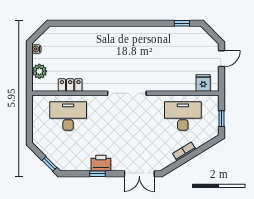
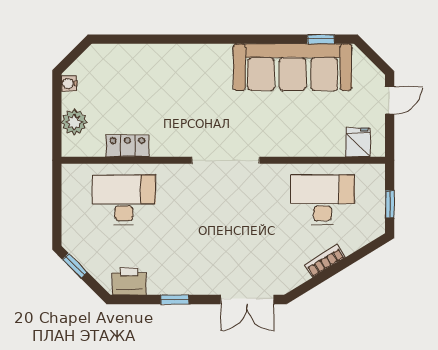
sofa: (165, 39) -> (293, 67), added
printer: (101, 163) -> (129, 281), moved
window: (49, 164) -> (75, 266), moved

